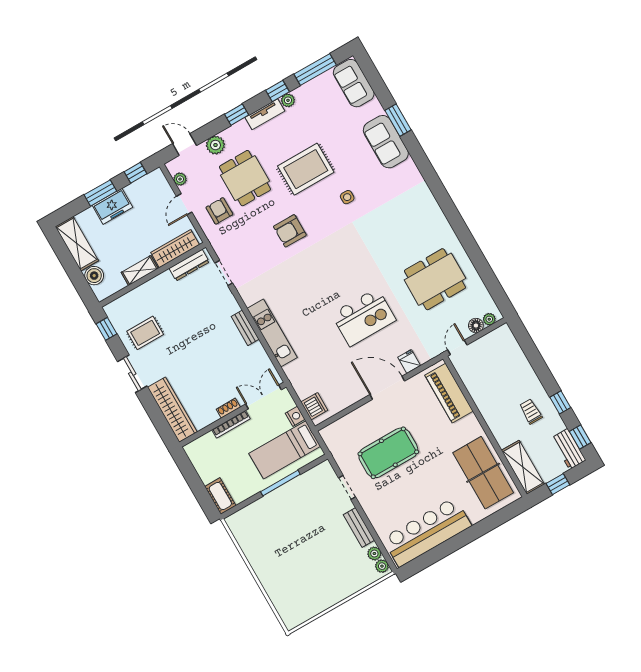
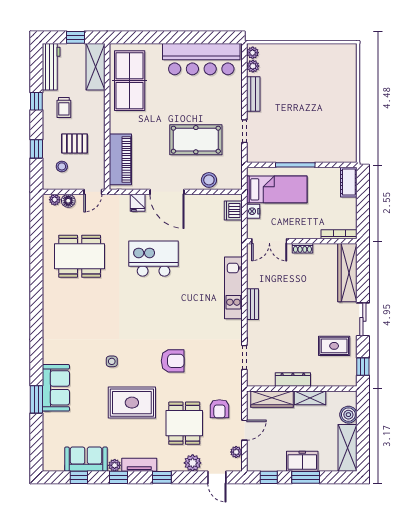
window: (315, 69) -> (79, 477), width x0.46
sofa: (354, 83) -> (86, 459), moved, turned -90
dresser: (189, 265) -> (293, 380), moved
stool: (501, 355) -> (62, 166), added
pallet: (501, 383) -> (75, 143), added
stool: (354, 422) -> (209, 180), added
bookcase: (231, 424) -> (339, 234), moved
window: (580, 437) -> (36, 149), moved
workbench: (569, 449) -> (51, 67), width x1.38

